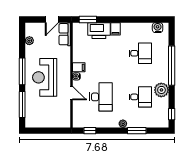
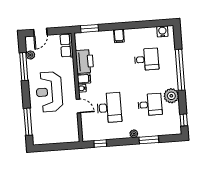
door: (52, 20) -> (40, 32), moved
printer: (99, 31) -> (85, 61), moved, turned -90
window: (22, 71) -> (24, 67), moved

